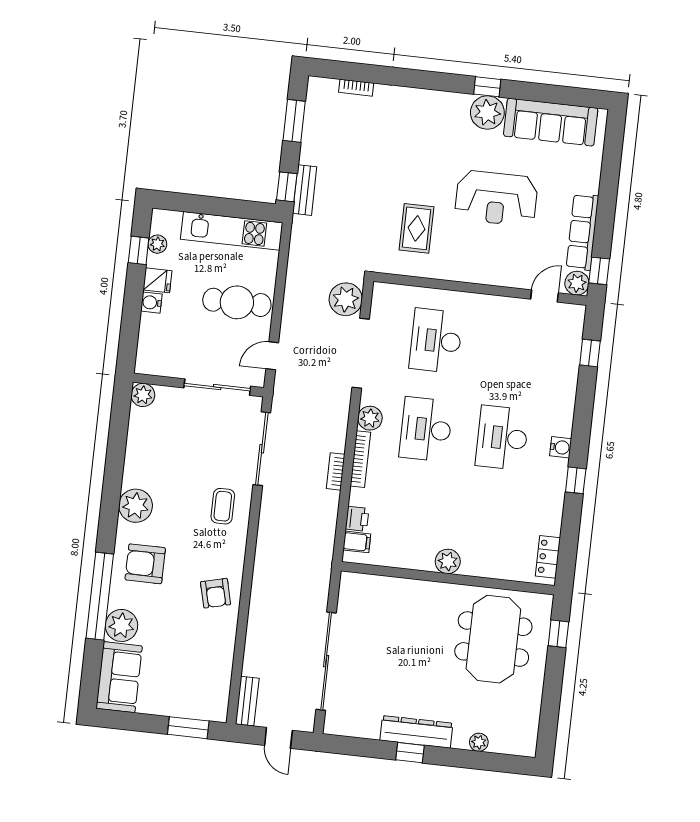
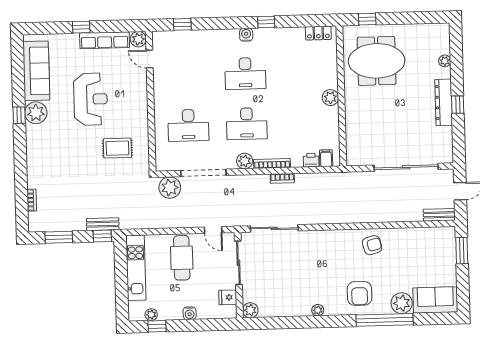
window: (599, 271) -> (81, 27), moved
fridge: (157, 280) -> (228, 297), moved, turned -90
plant: (136, 506) -> (318, 310), width x0.53, depth x0.53
coffee table: (223, 506) -> (315, 248), removed

